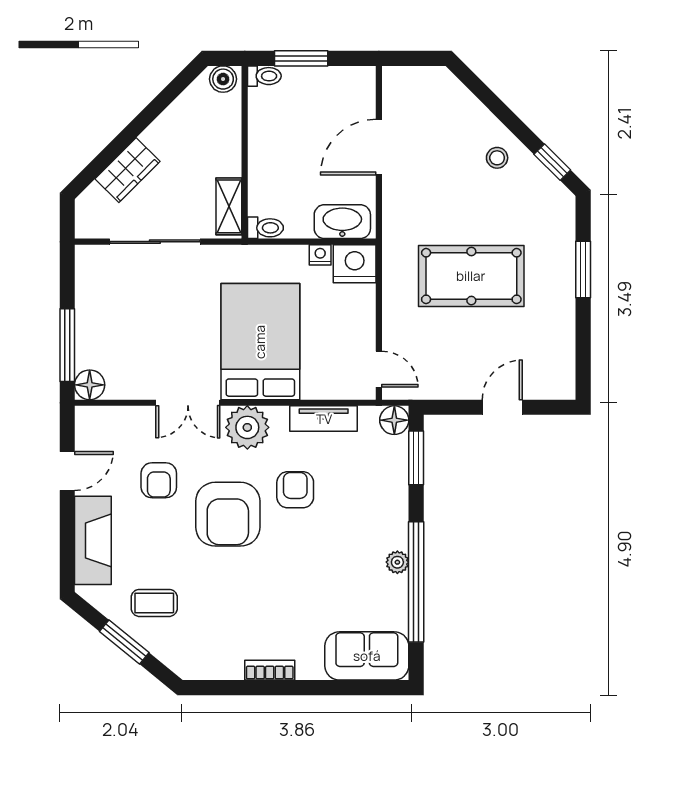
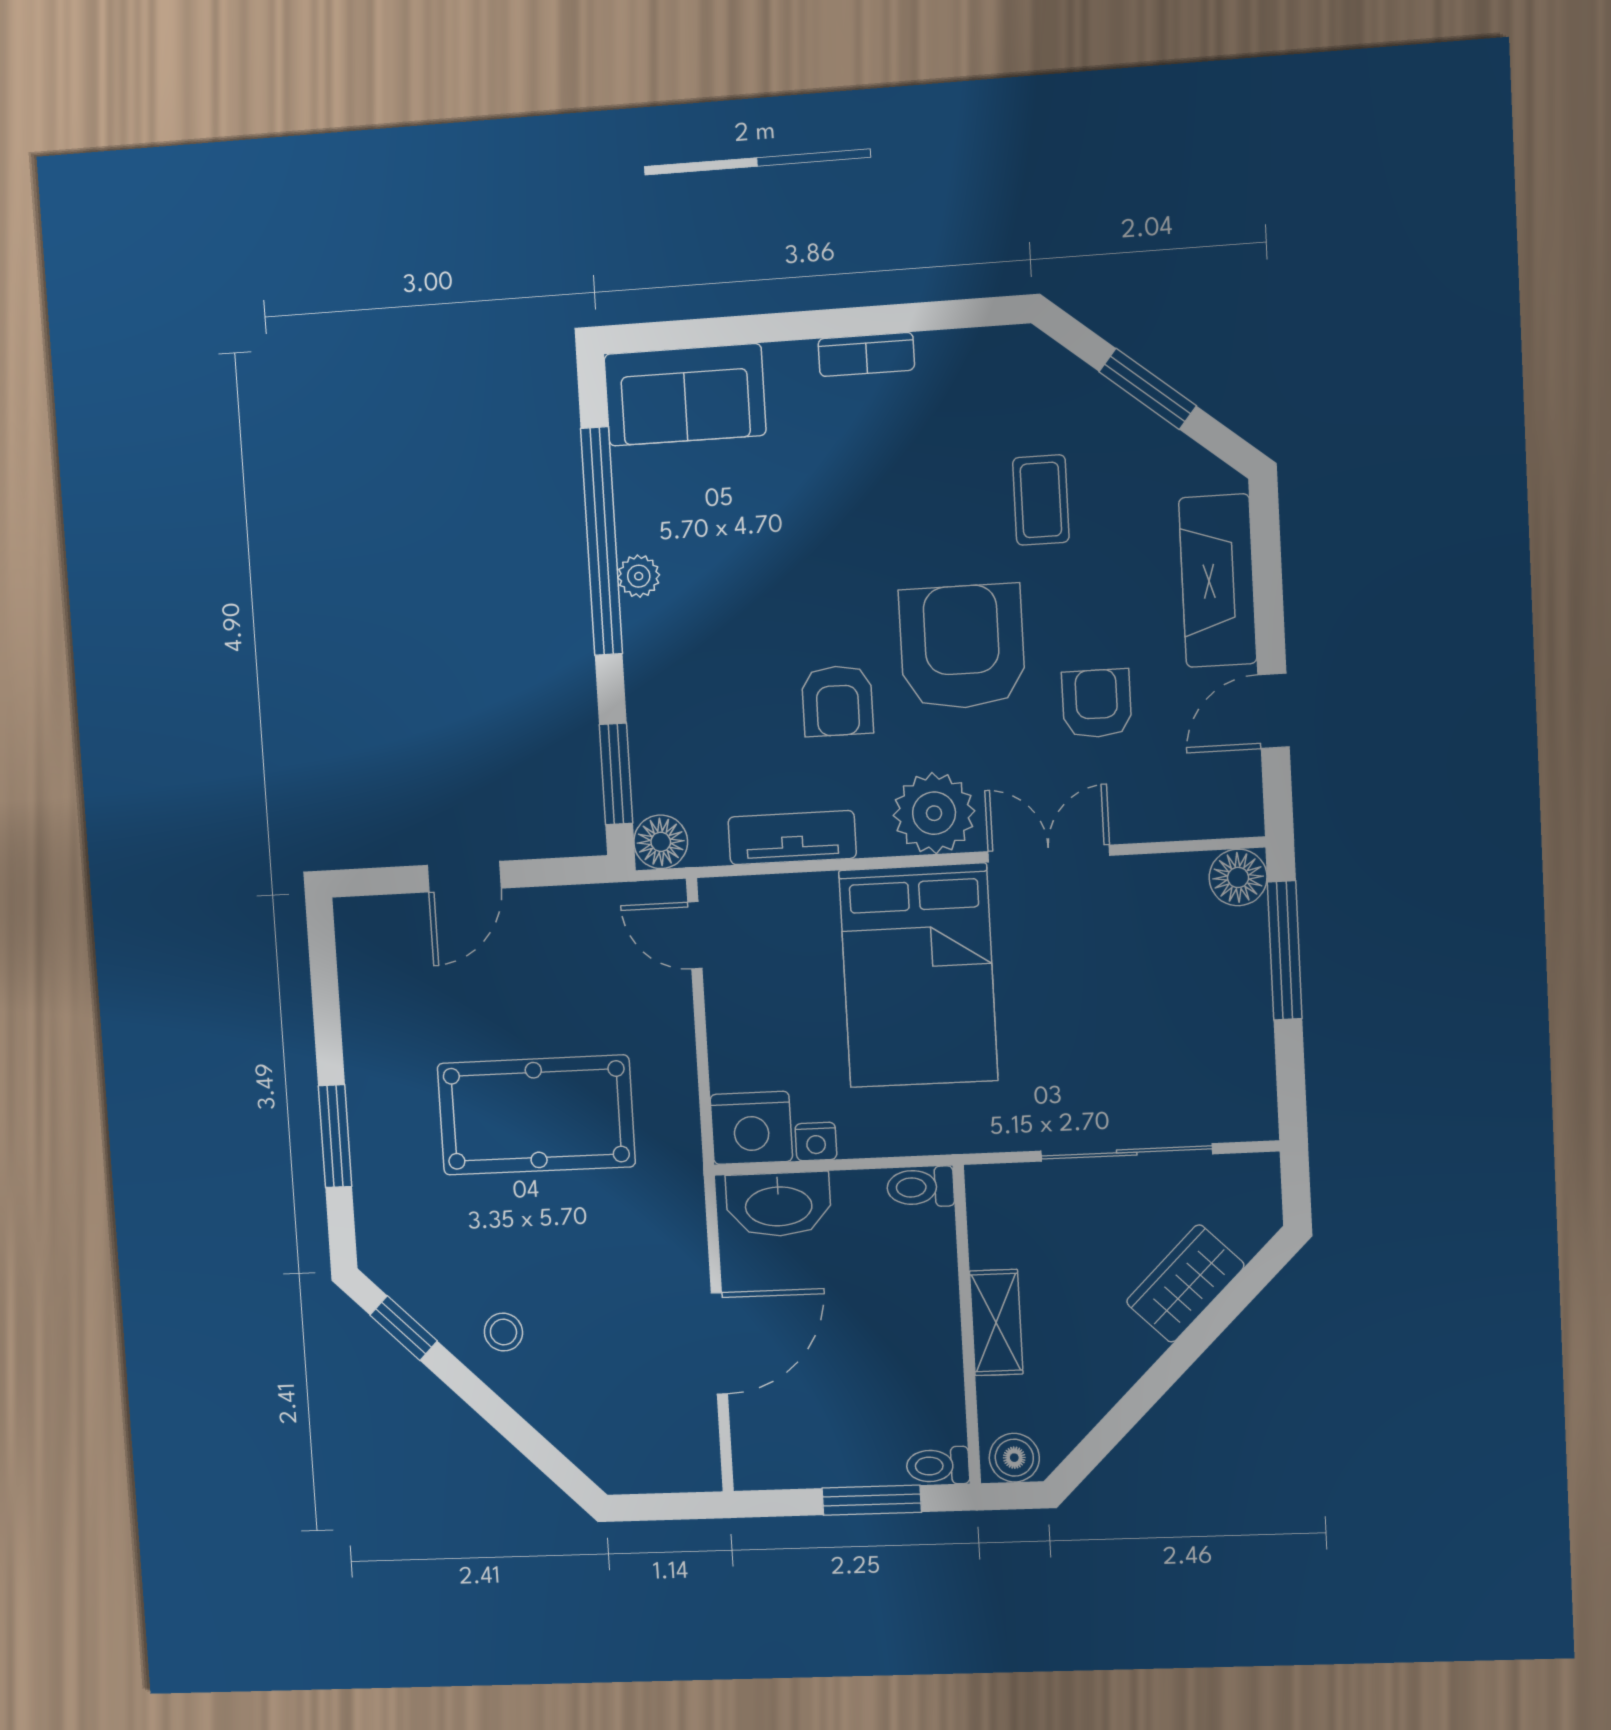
shelving: (229, 206) -> (996, 1323), moved
coffee table: (154, 603) -> (1041, 500), moved, turned 90

